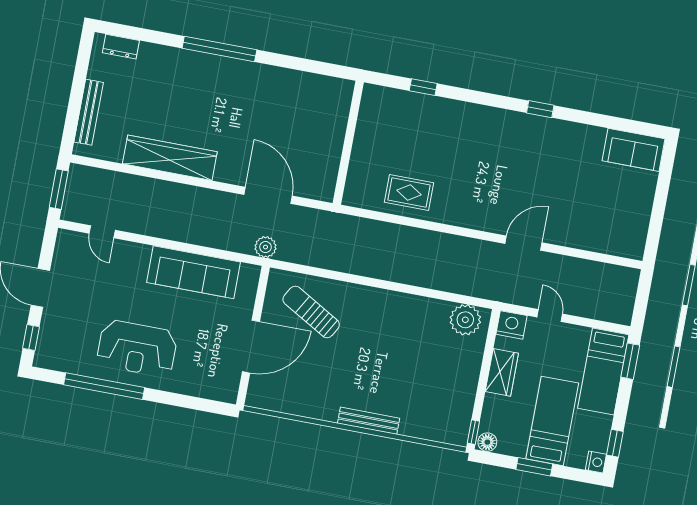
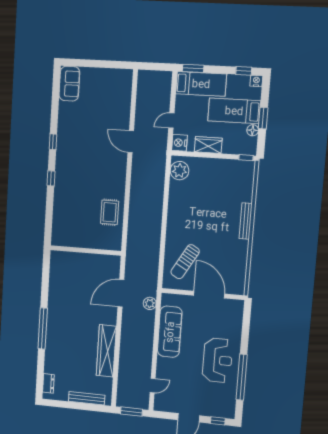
window: (423, 87) -> (51, 178), moved
plant: (266, 247) -> (150, 303), moved
floor lamp: (487, 442) -> (253, 130), moved

